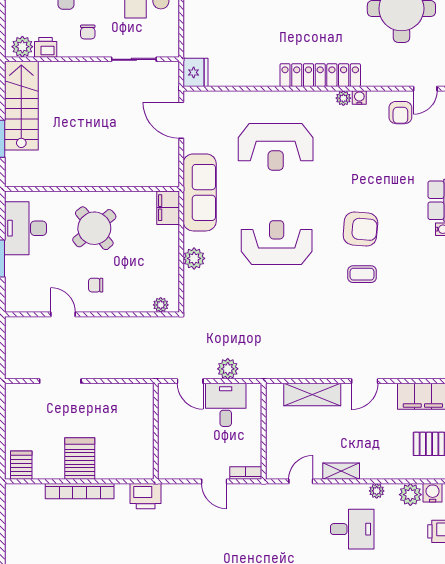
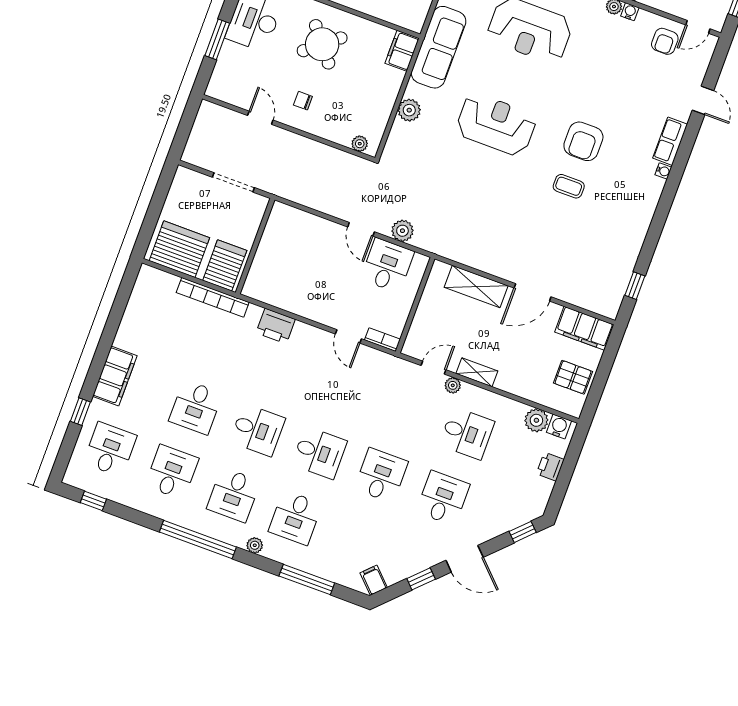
armchair: (360, 229) -> (583, 141), turned 85
door: (365, 381) -> (533, 292), width x1.38
wall: (156, 431) -> (255, 246), moved
server rack: (21, 465) -> (179, 249), width x2.18, depth x1.44
plant: (377, 491) -> (453, 385), moved

